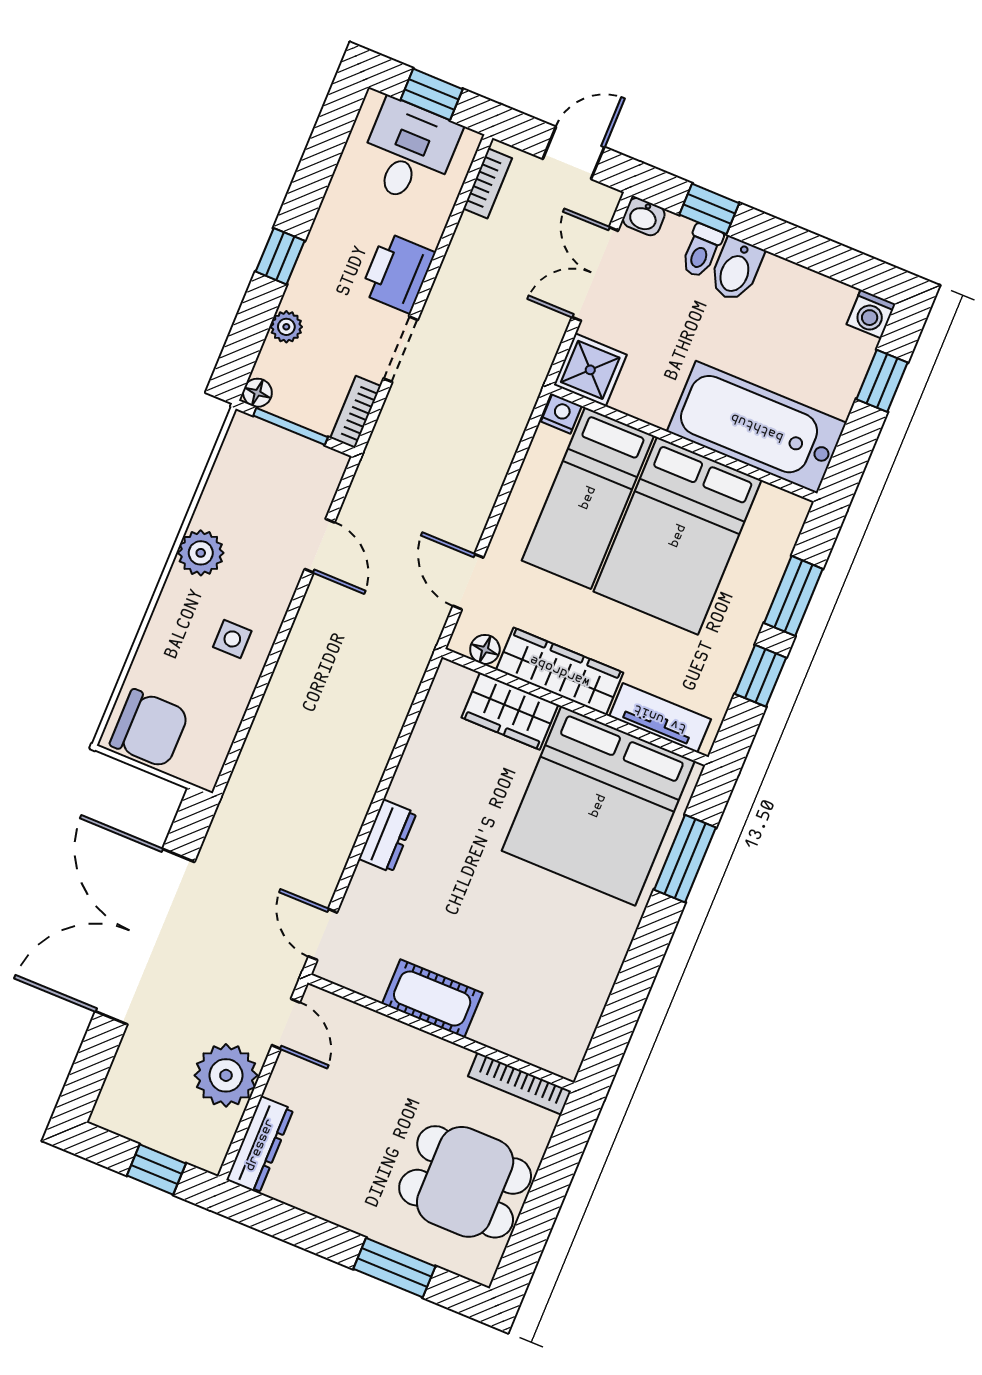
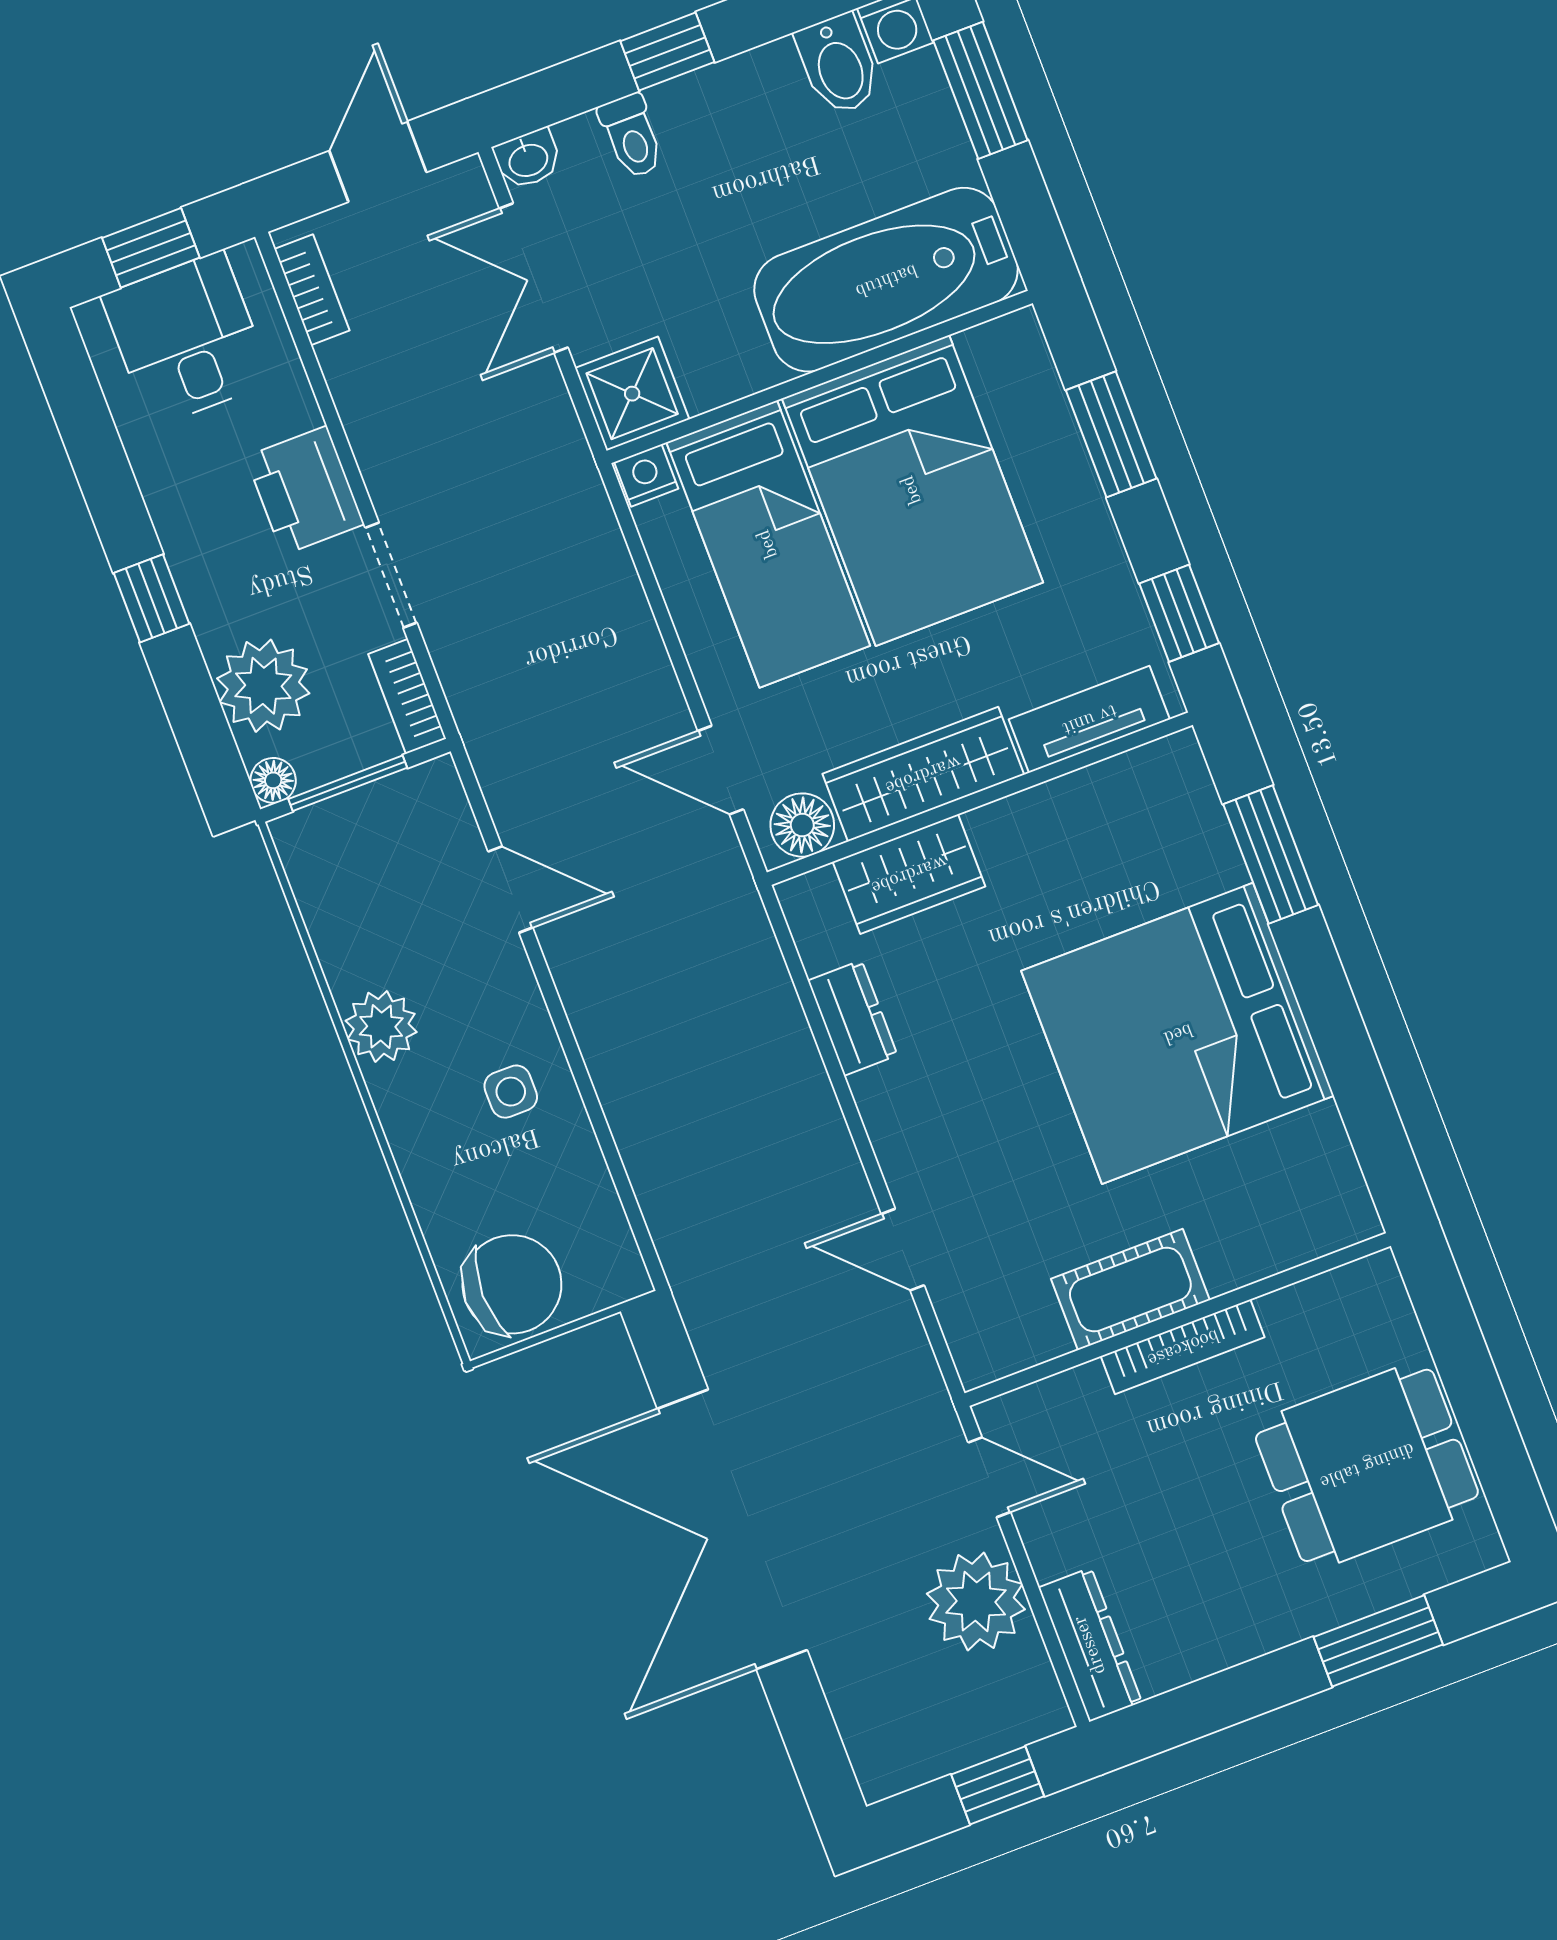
window: (709, 209) -> (667, 52), moved
bidet: (736, 270) -> (838, 65), moved
plant: (286, 327) -> (263, 686), width x1.88, depth x1.88
window: (882, 381) -> (980, 90), width x1.50
floor lamp: (485, 649) -> (802, 825), width x1.37, depth x1.37
window: (761, 676) -> (1179, 613), moved
bed: (598, 806) -> (1178, 1033), moved, turned 90
dresser: (388, 836) -> (853, 1018), moved
door: (323, 934) -> (903, 1250), moved
bookcase: (520, 1084) -> (1183, 1347), moved

